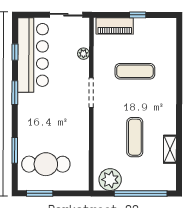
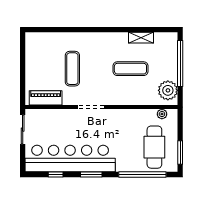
window: (138, 15) -> (23, 66), removed
piano: (115, 26) -> (46, 98), moved, turned -90
plant: (83, 54) -> (162, 114), moved
bar counter: (33, 55) -> (70, 159), width x1.36
window: (15, 150) -> (142, 175), width x2.11

